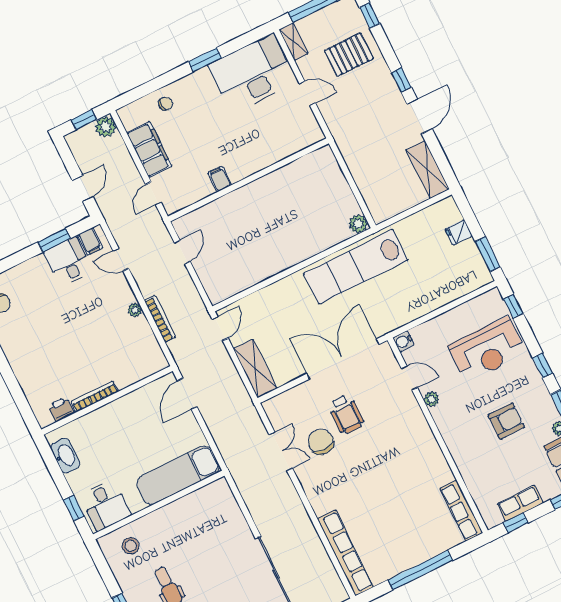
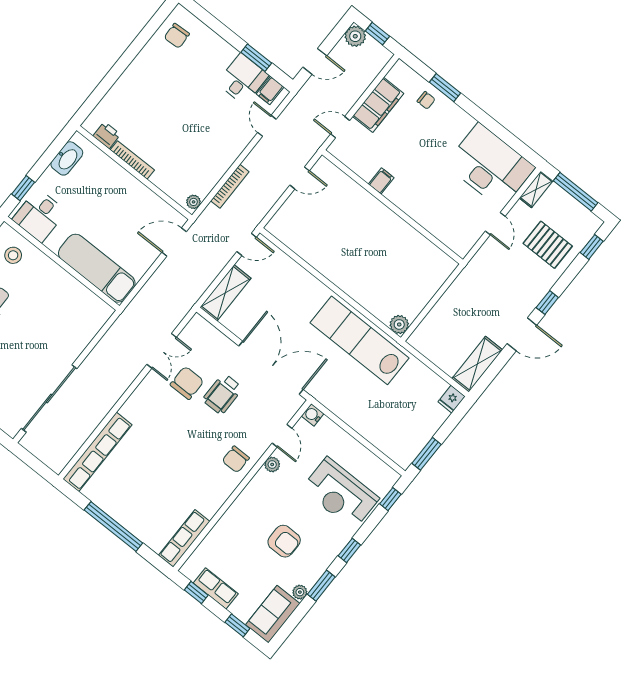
window: (205, 60) -> (445, 88), moved
plant: (106, 127) -> (355, 36), moved
fridge: (459, 233) -> (452, 399), moved, turned -90
plant: (135, 310) -> (194, 202), moved
chair: (411, 430) -> (236, 459), added

